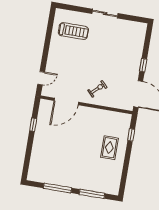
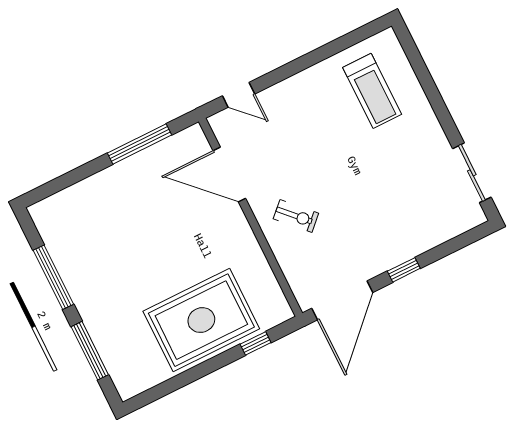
sliding door: (105, 14) -> (472, 173), moved
window: (33, 125) -> (139, 144), width x2.17
rug: (109, 148) -> (201, 320), width x1.86, depth x2.06

